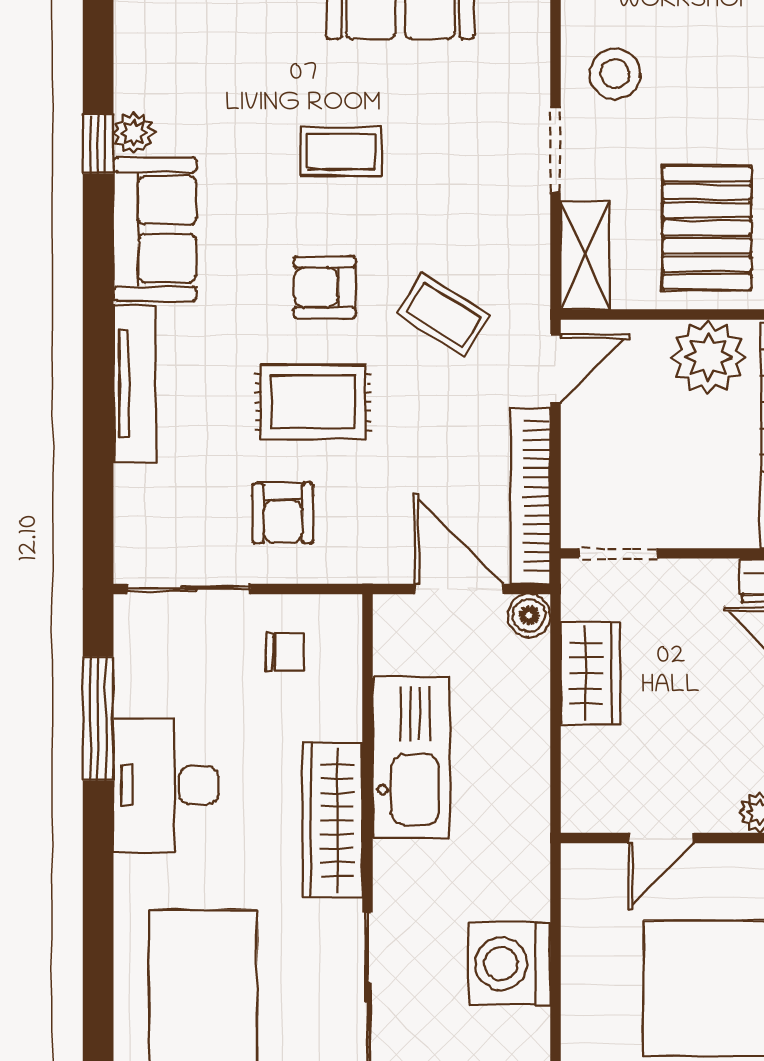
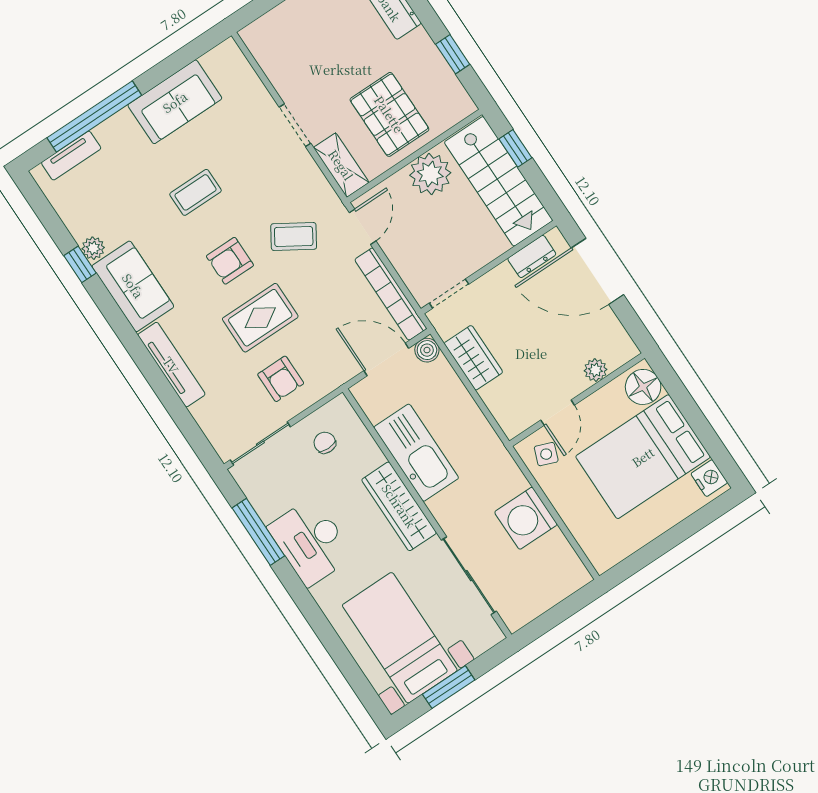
stool: (615, 74) -> (299, 71), removed
chair: (285, 652) -> (325, 443), turned -91
side table: (603, 888) -> (546, 454), added

